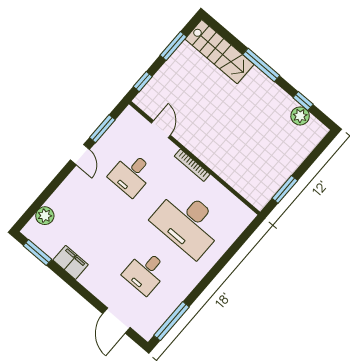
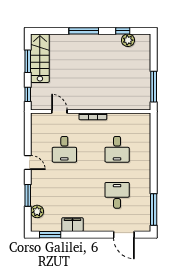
stairs: (219, 52) -> (40, 58), moved, turned -90
window: (102, 129) -> (28, 195), moved
window: (285, 189) -> (154, 87), width x1.44
desk: (188, 223) -> (117, 149), width x0.53, depth x0.77
desk: (145, 272) -> (117, 195), turned 180

